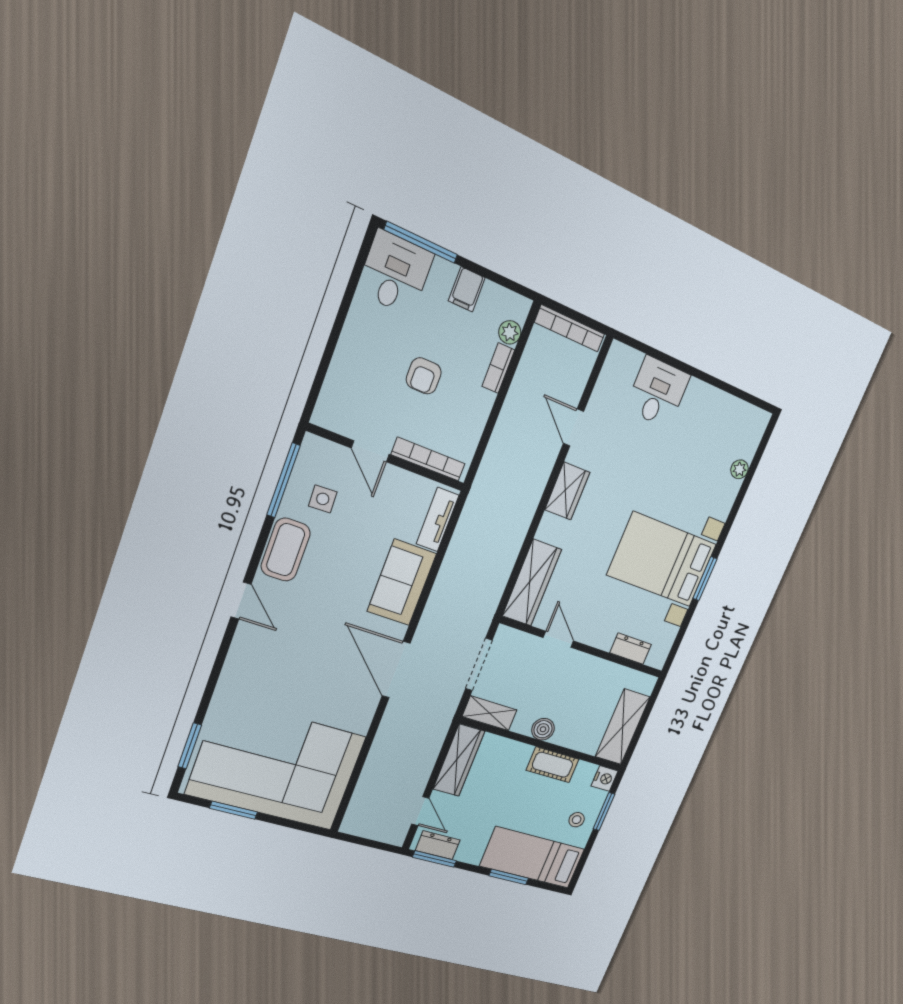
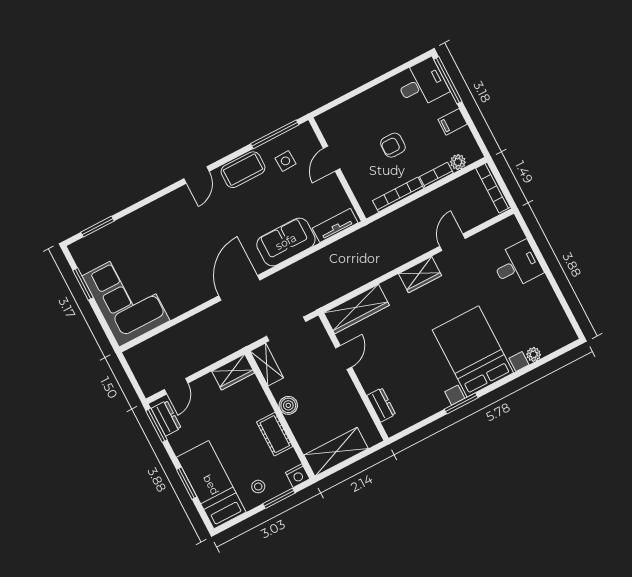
bookcase: (428, 459) -> (398, 195), moved, turned -90
bed with nightstands: (662, 560) -> (473, 351), moved
wardrobe: (459, 760) -> (233, 372), width x0.67
corner sofa: (277, 765) -> (126, 298), width x0.73, depth x0.74

